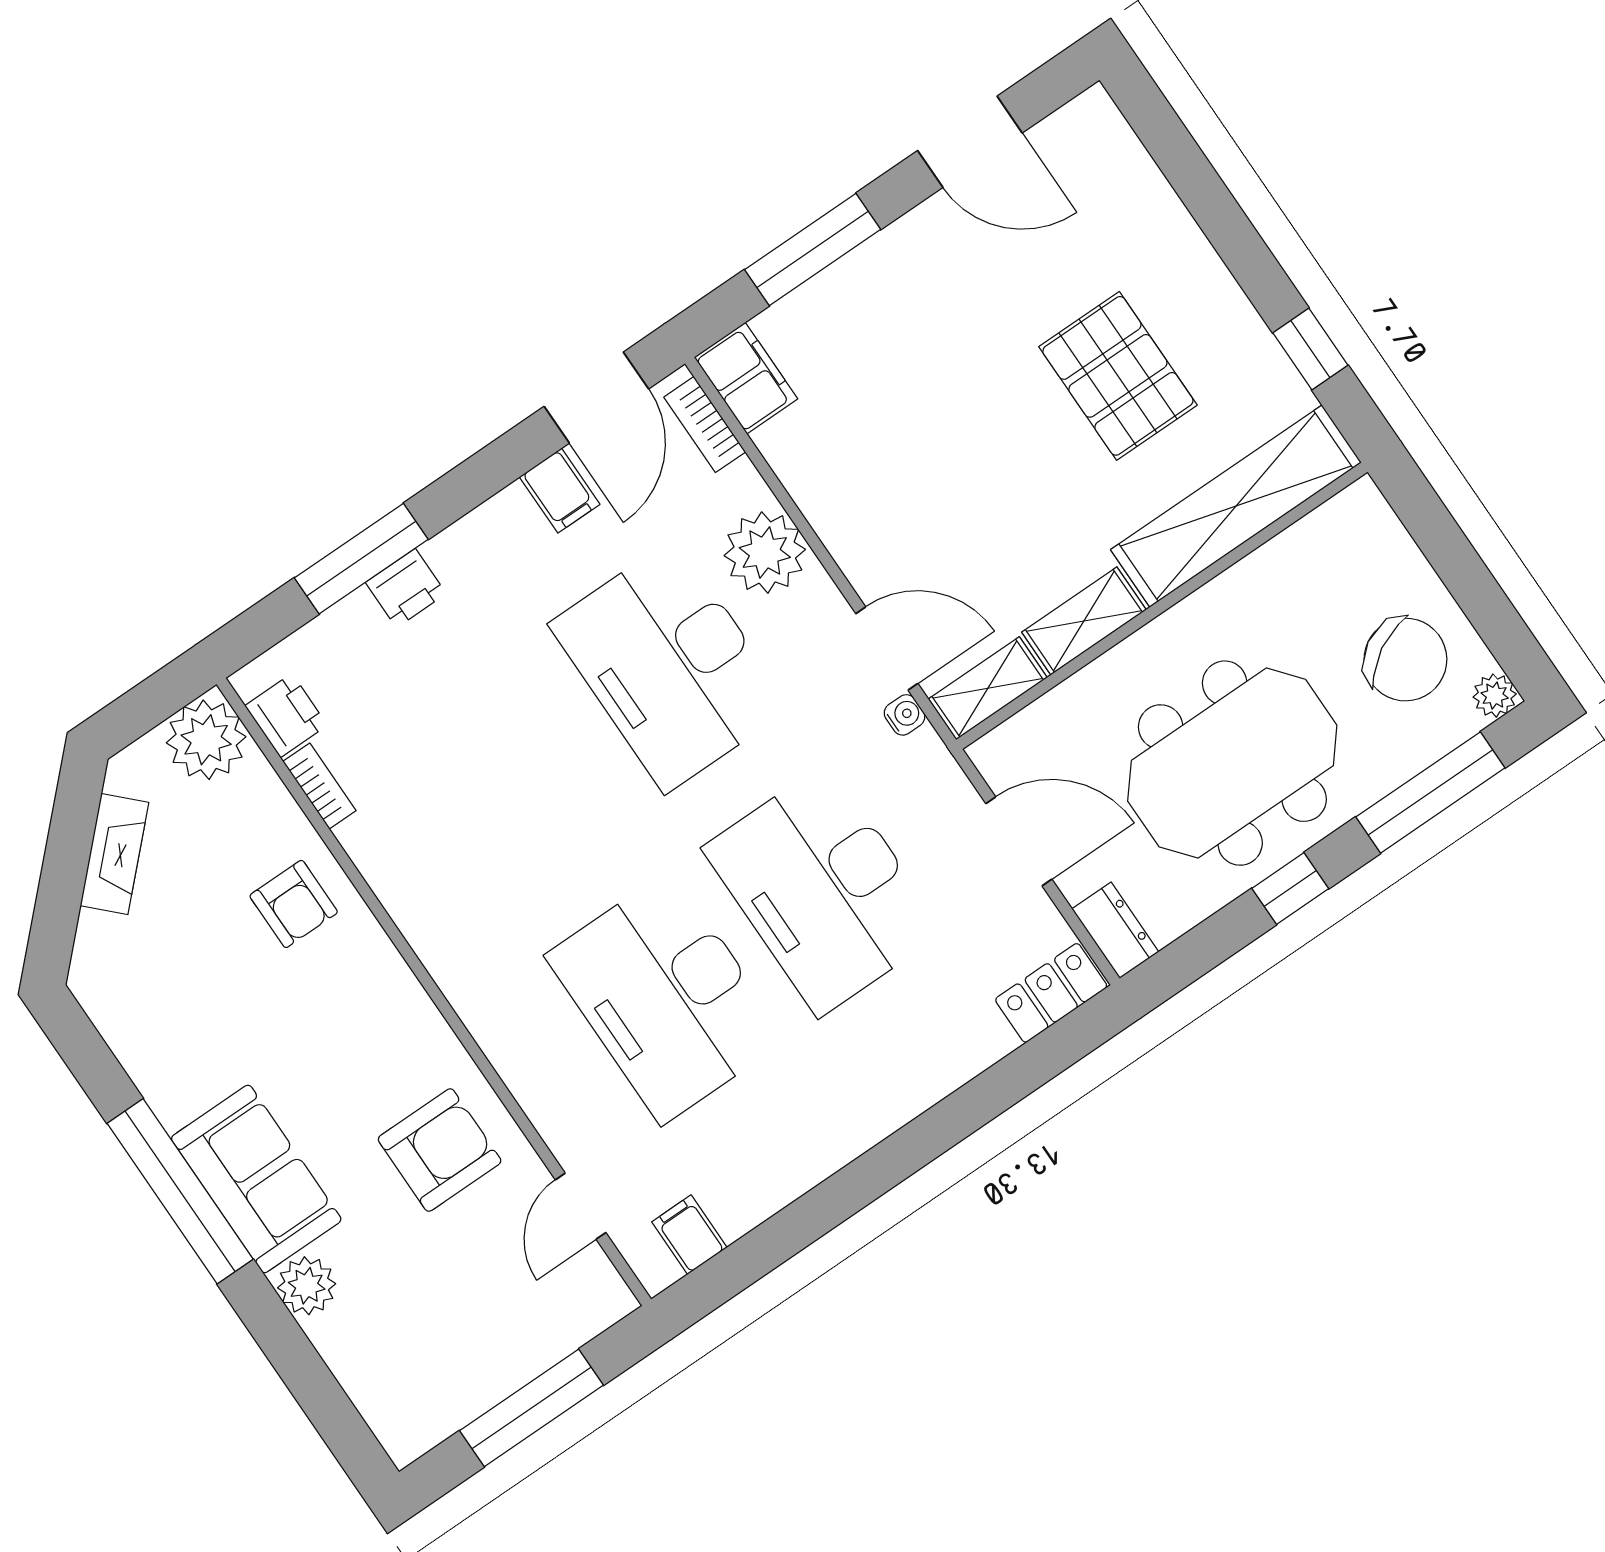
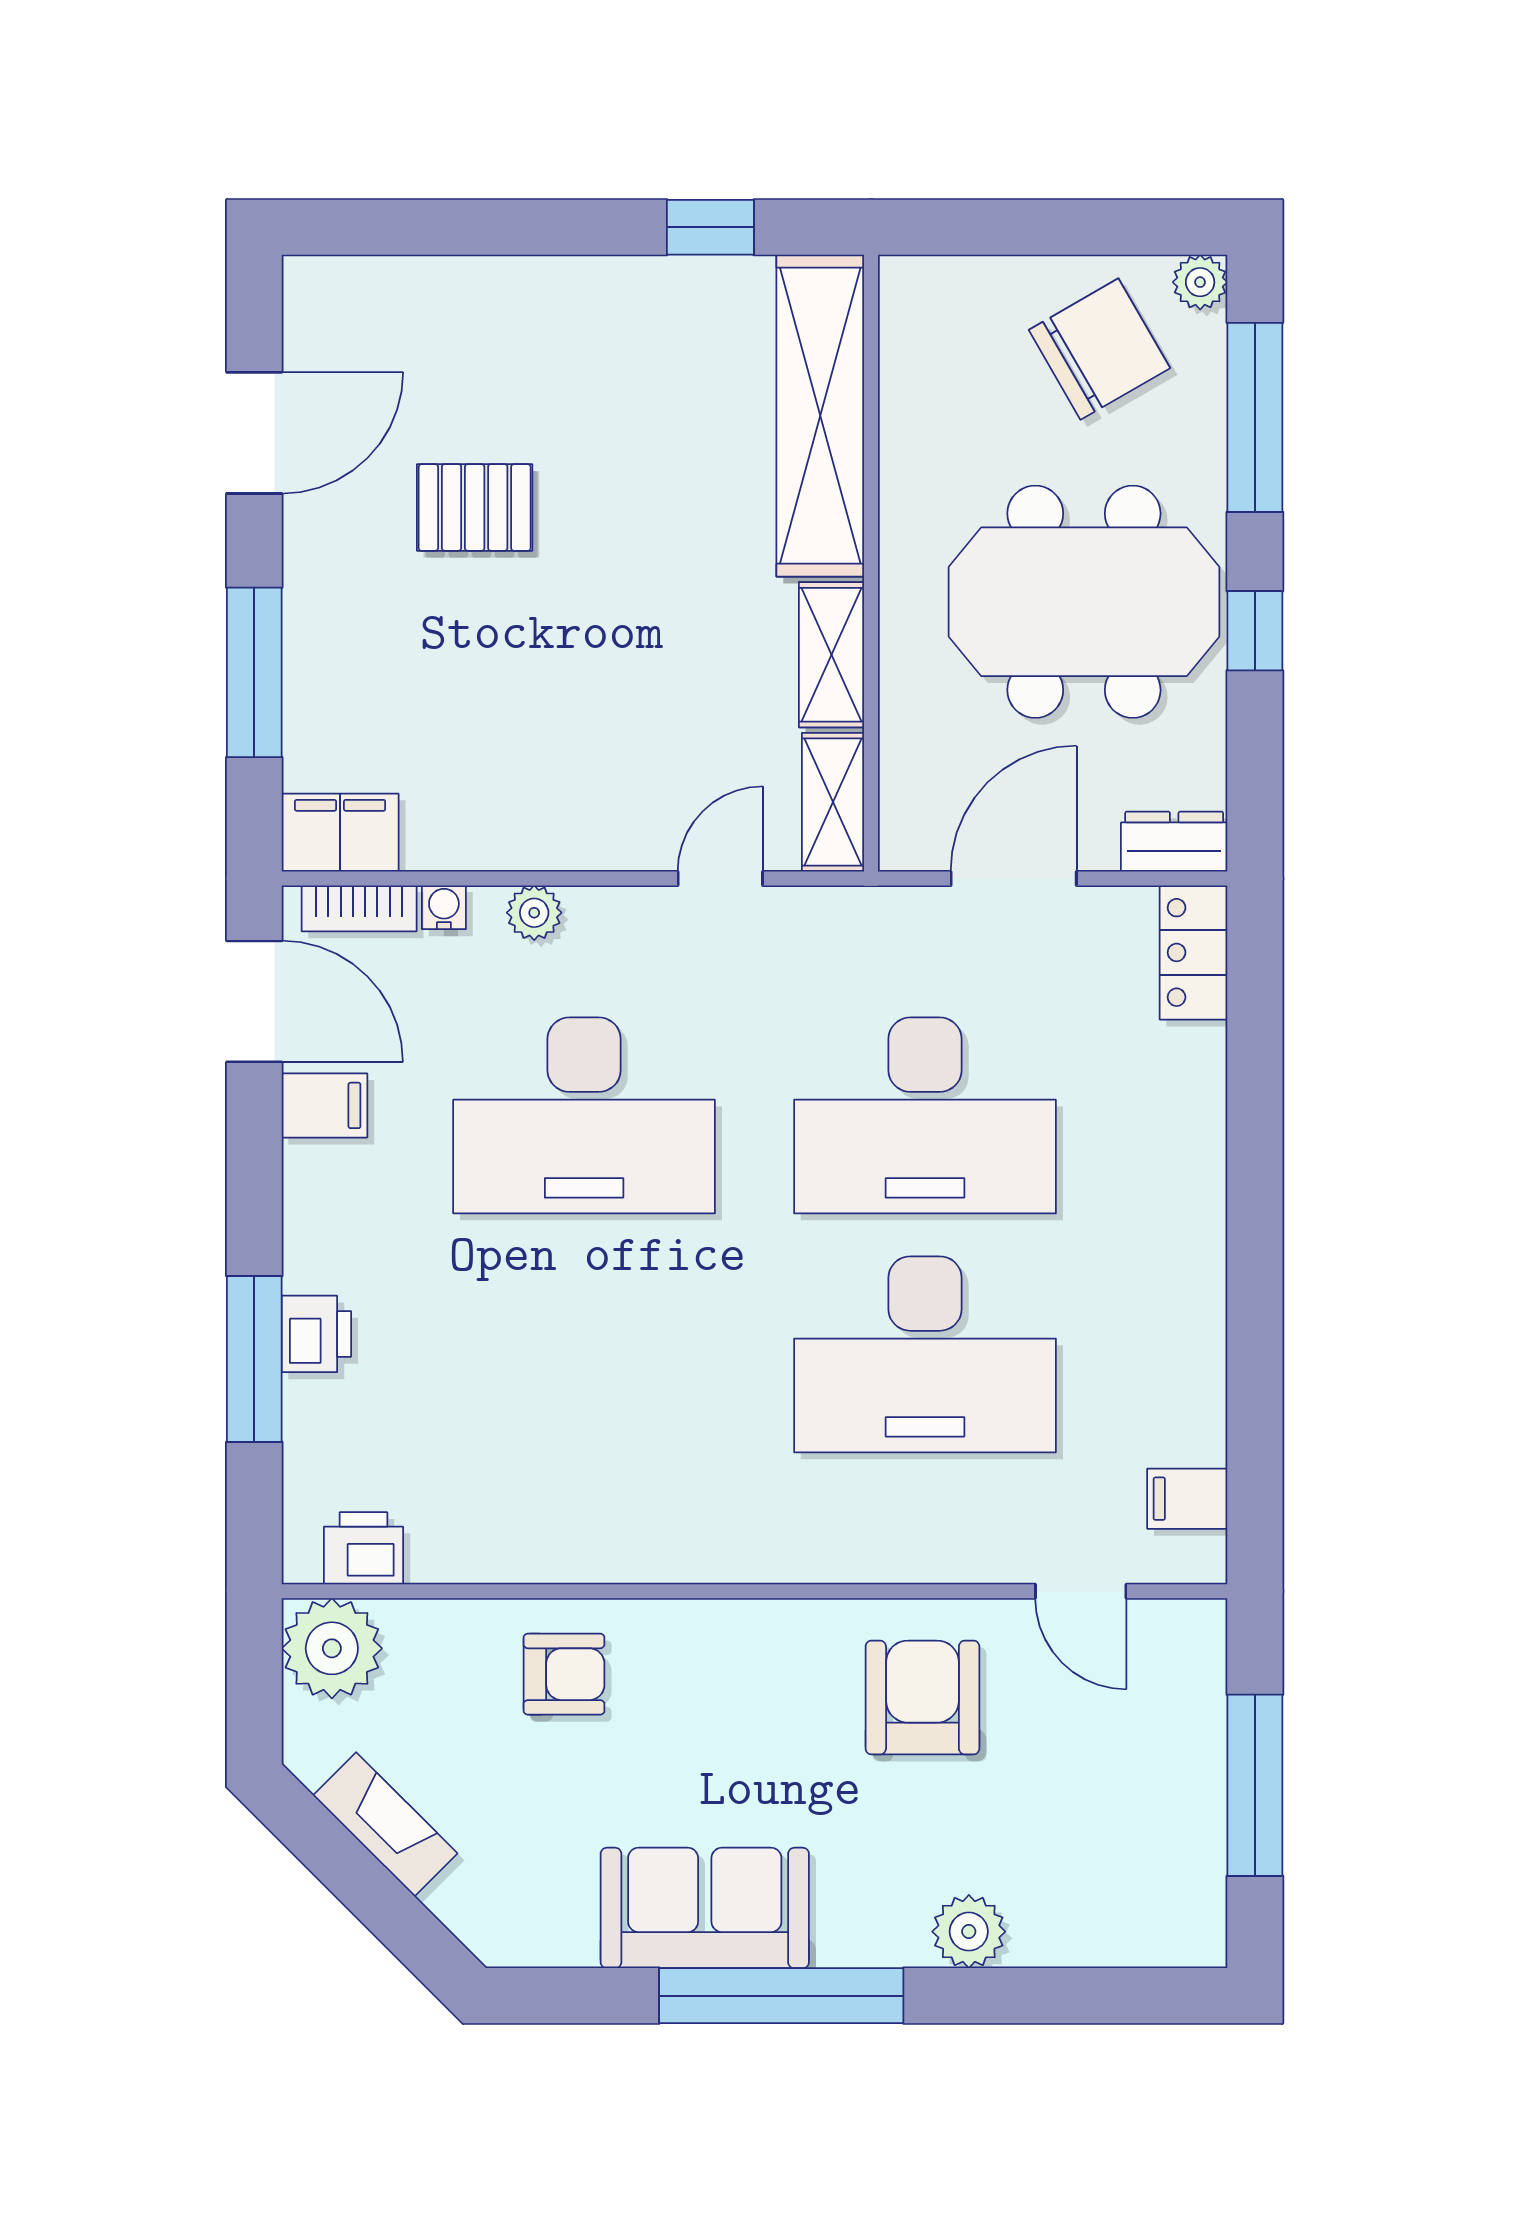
pallet: (1118, 376) -> (475, 507), moved, width x0.67, depth x0.71
plant: (765, 553) -> (534, 913), width x0.53, depth x0.53
door: (887, 649) -> (720, 878), width x0.73
water cooler: (904, 715) -> (444, 907), moved
meeting table: (1232, 763) -> (1084, 602), turned 90
bookcase: (319, 786) -> (460, 1564), removed
sofa: (256, 1179) -> (705, 1908), moved

